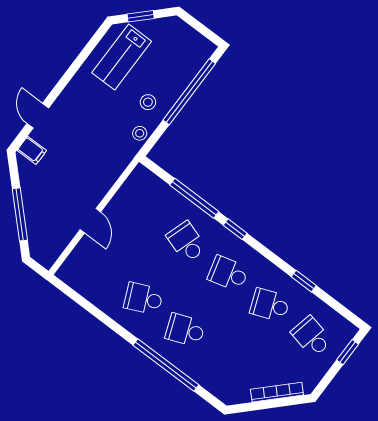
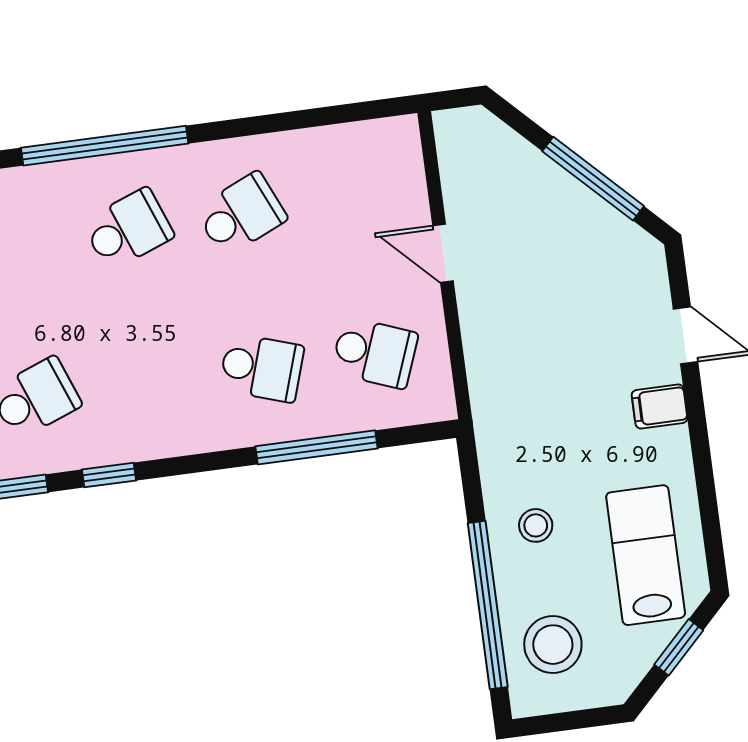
stool: (140, 133) -> (553, 645), moved, width x1.89, depth x1.89
filing cabinet: (32, 150) -> (660, 406), moved
window: (20, 214) -> (593, 179), moved
window: (235, 229) -> (109, 475), moved
school desk: (228, 273) -> (375, 353), moved, turned 36

